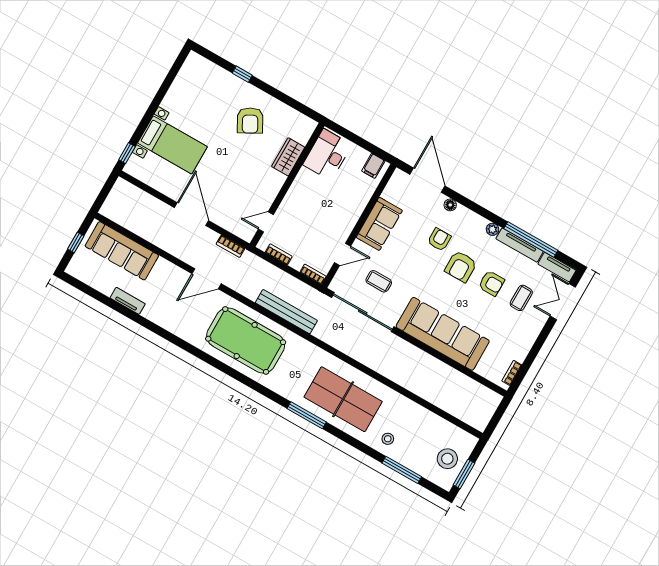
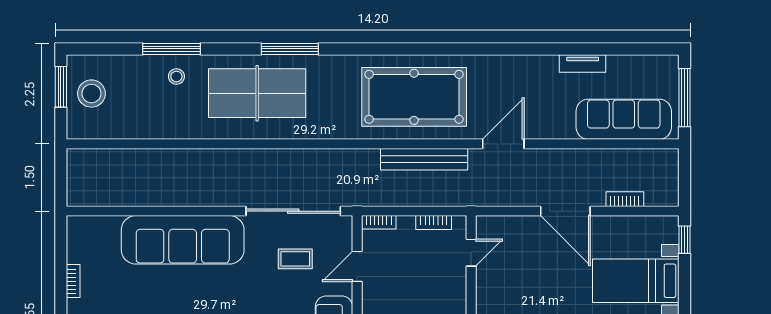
window: (76, 243) -> (685, 98), width x2.17
bookcase: (230, 246) -> (625, 199), moved
bench: (286, 312) -> (424, 159), moved
bookcase: (512, 373) -> (73, 281), moved
window: (402, 470) -> (172, 49), moved

